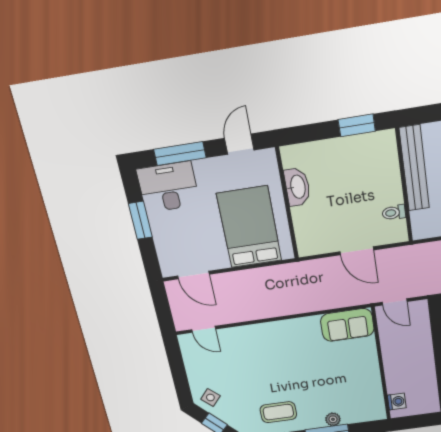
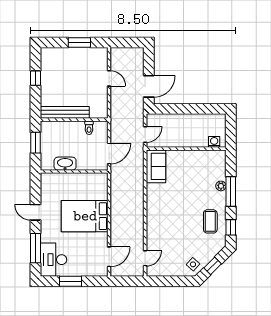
washbasin: (297, 187) -> (65, 164), moved
wall: (287, 204) -> (74, 172), moved

